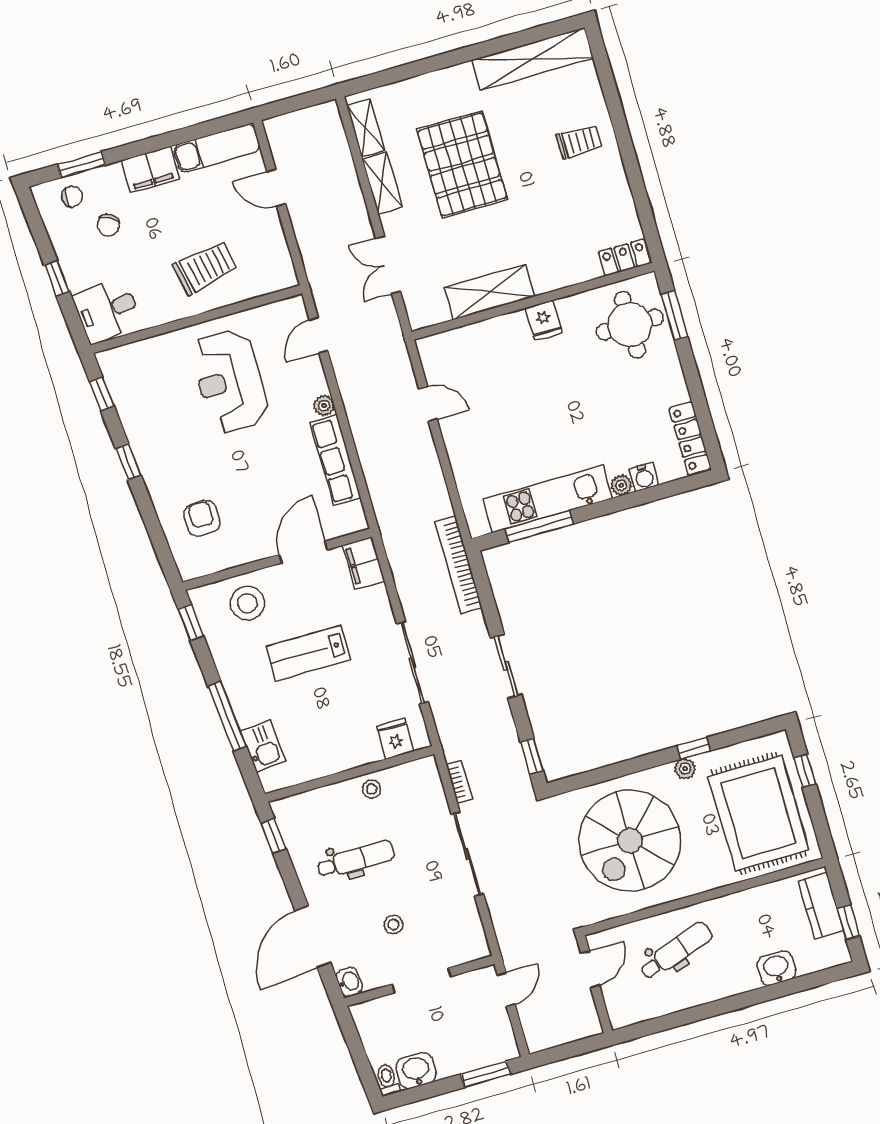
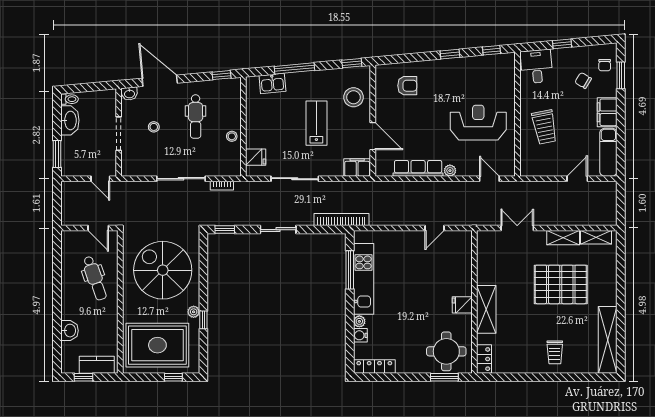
shelving: (490, 292) -> (486, 309), moved
washbasin: (416, 1071) -> (70, 120), width x1.38

